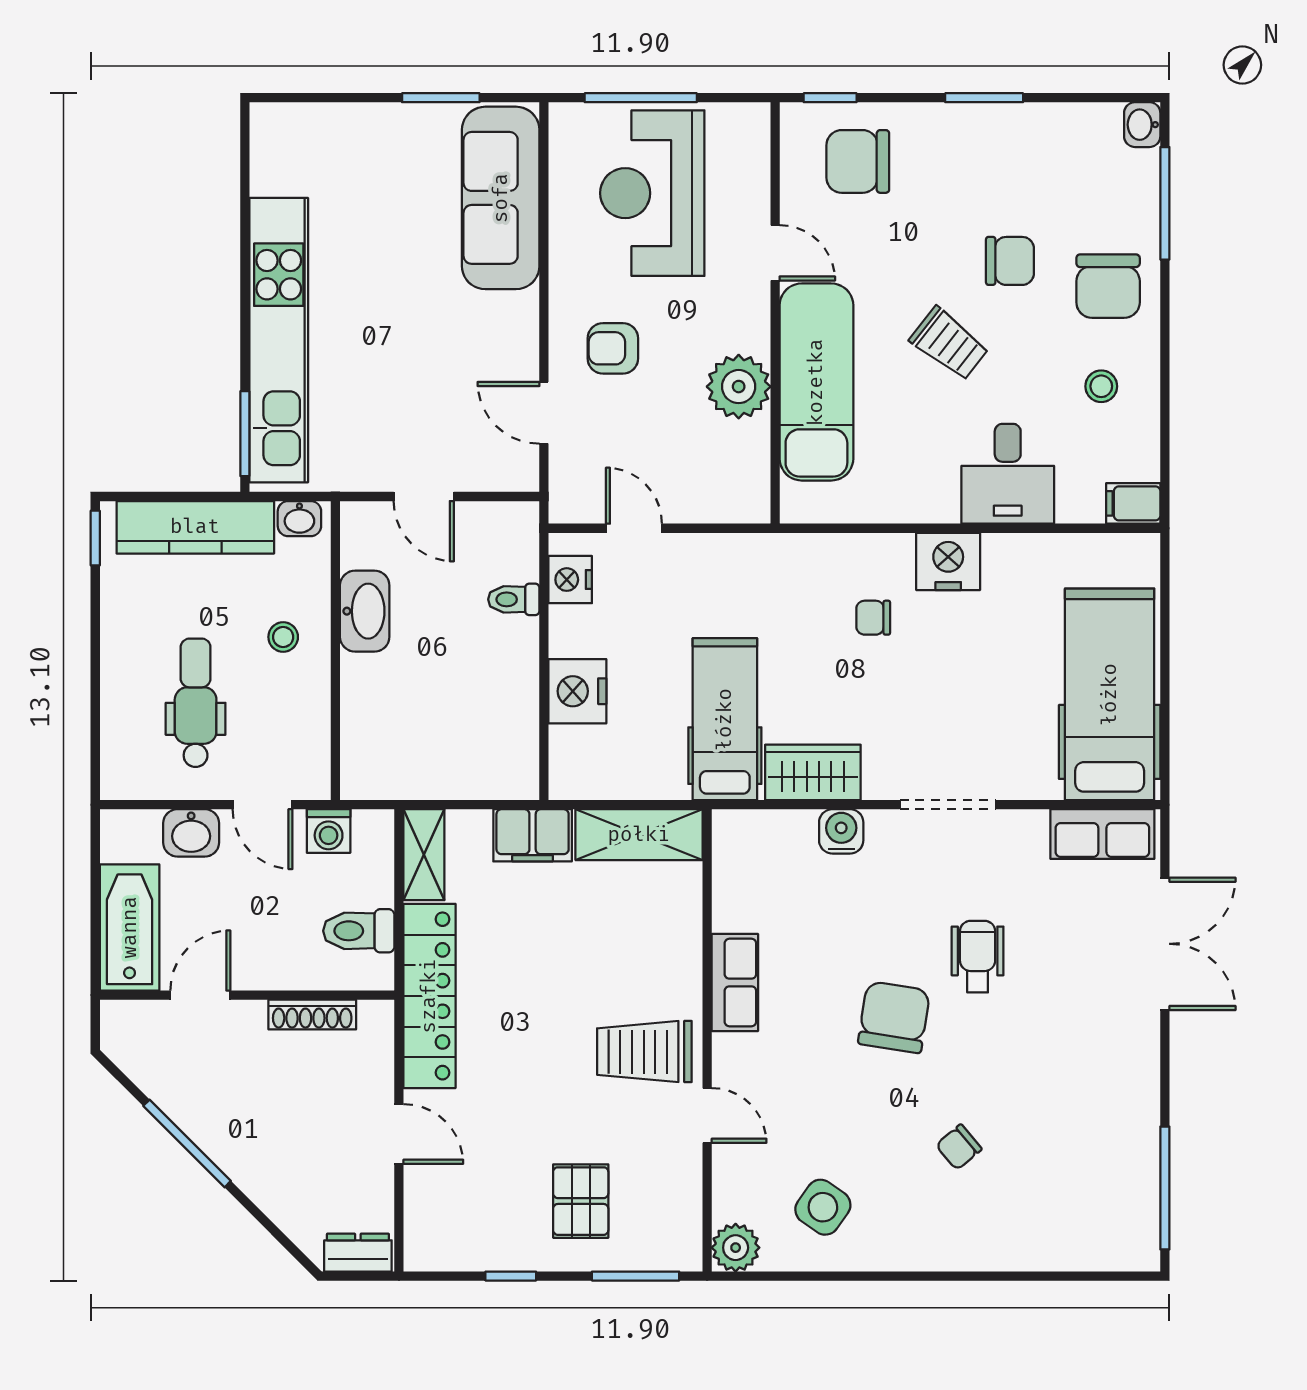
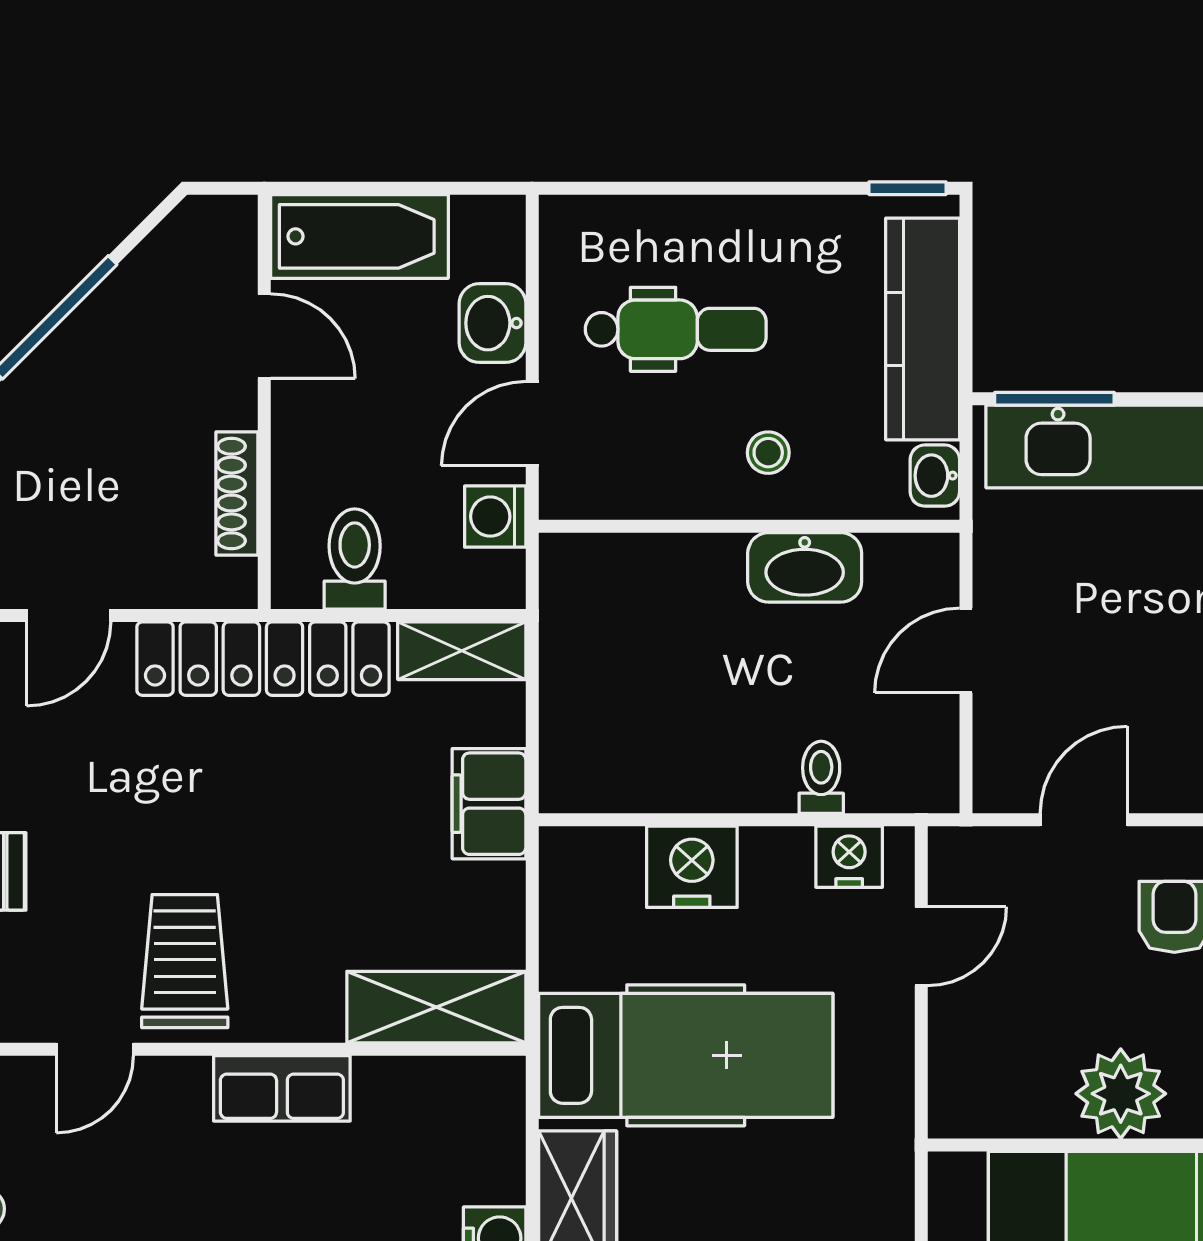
hospital bed: (725, 719) -> (686, 1055), width x1.37, depth x1.29
shelving: (639, 835) -> (436, 1007), moved, turned 90

